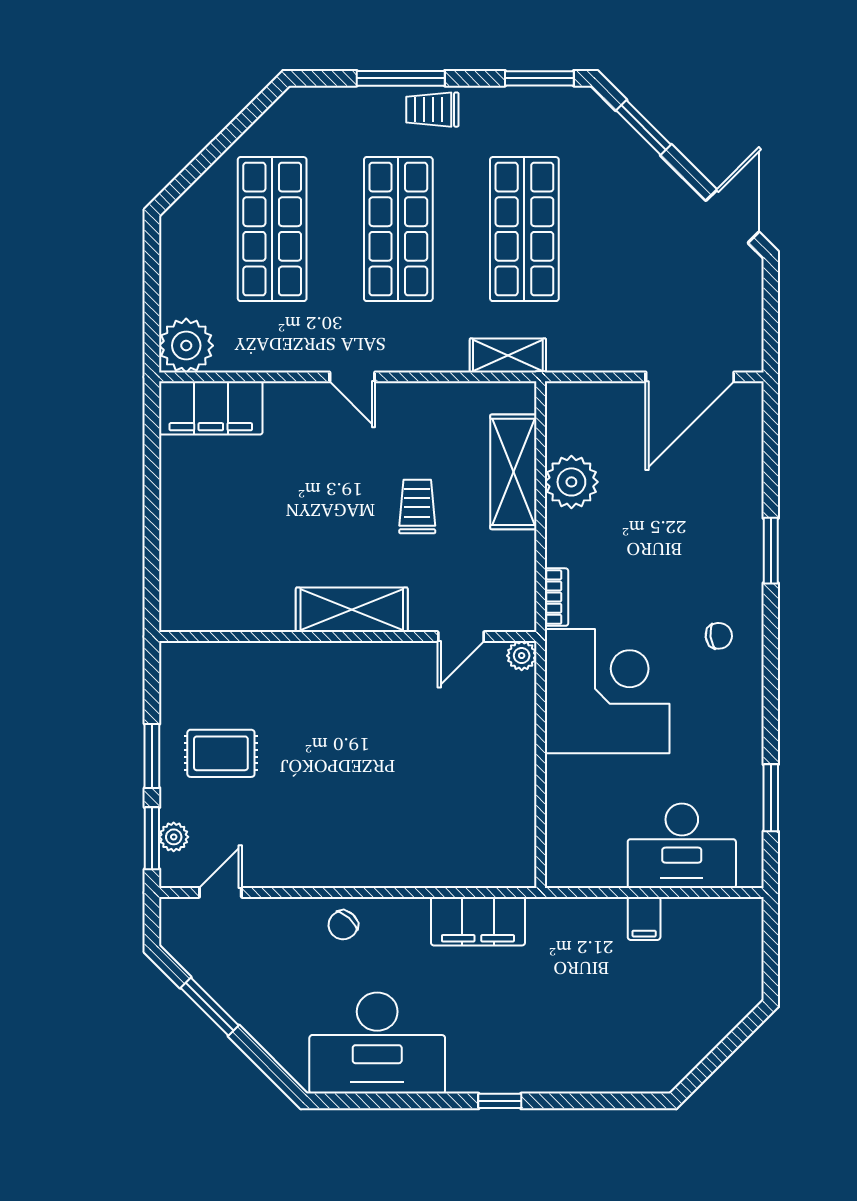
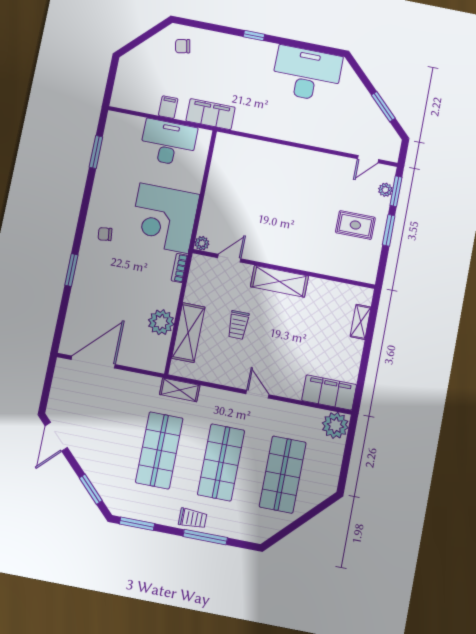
shelving: (174, 561) -> (361, 322), added
desk: (682, 846) -> (168, 143), moved
filing cabinet: (478, 921) -> (211, 114), moved
chair: (343, 925) -> (183, 46), moved, turned -143

